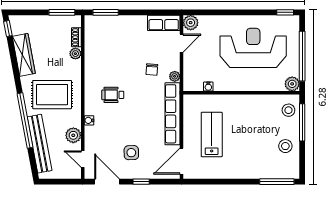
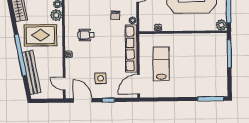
stool: (288, 110) -> (219, 45), removed
plant: (73, 135) -> (56, 15), moved
stool: (285, 146) -> (217, 72), removed

